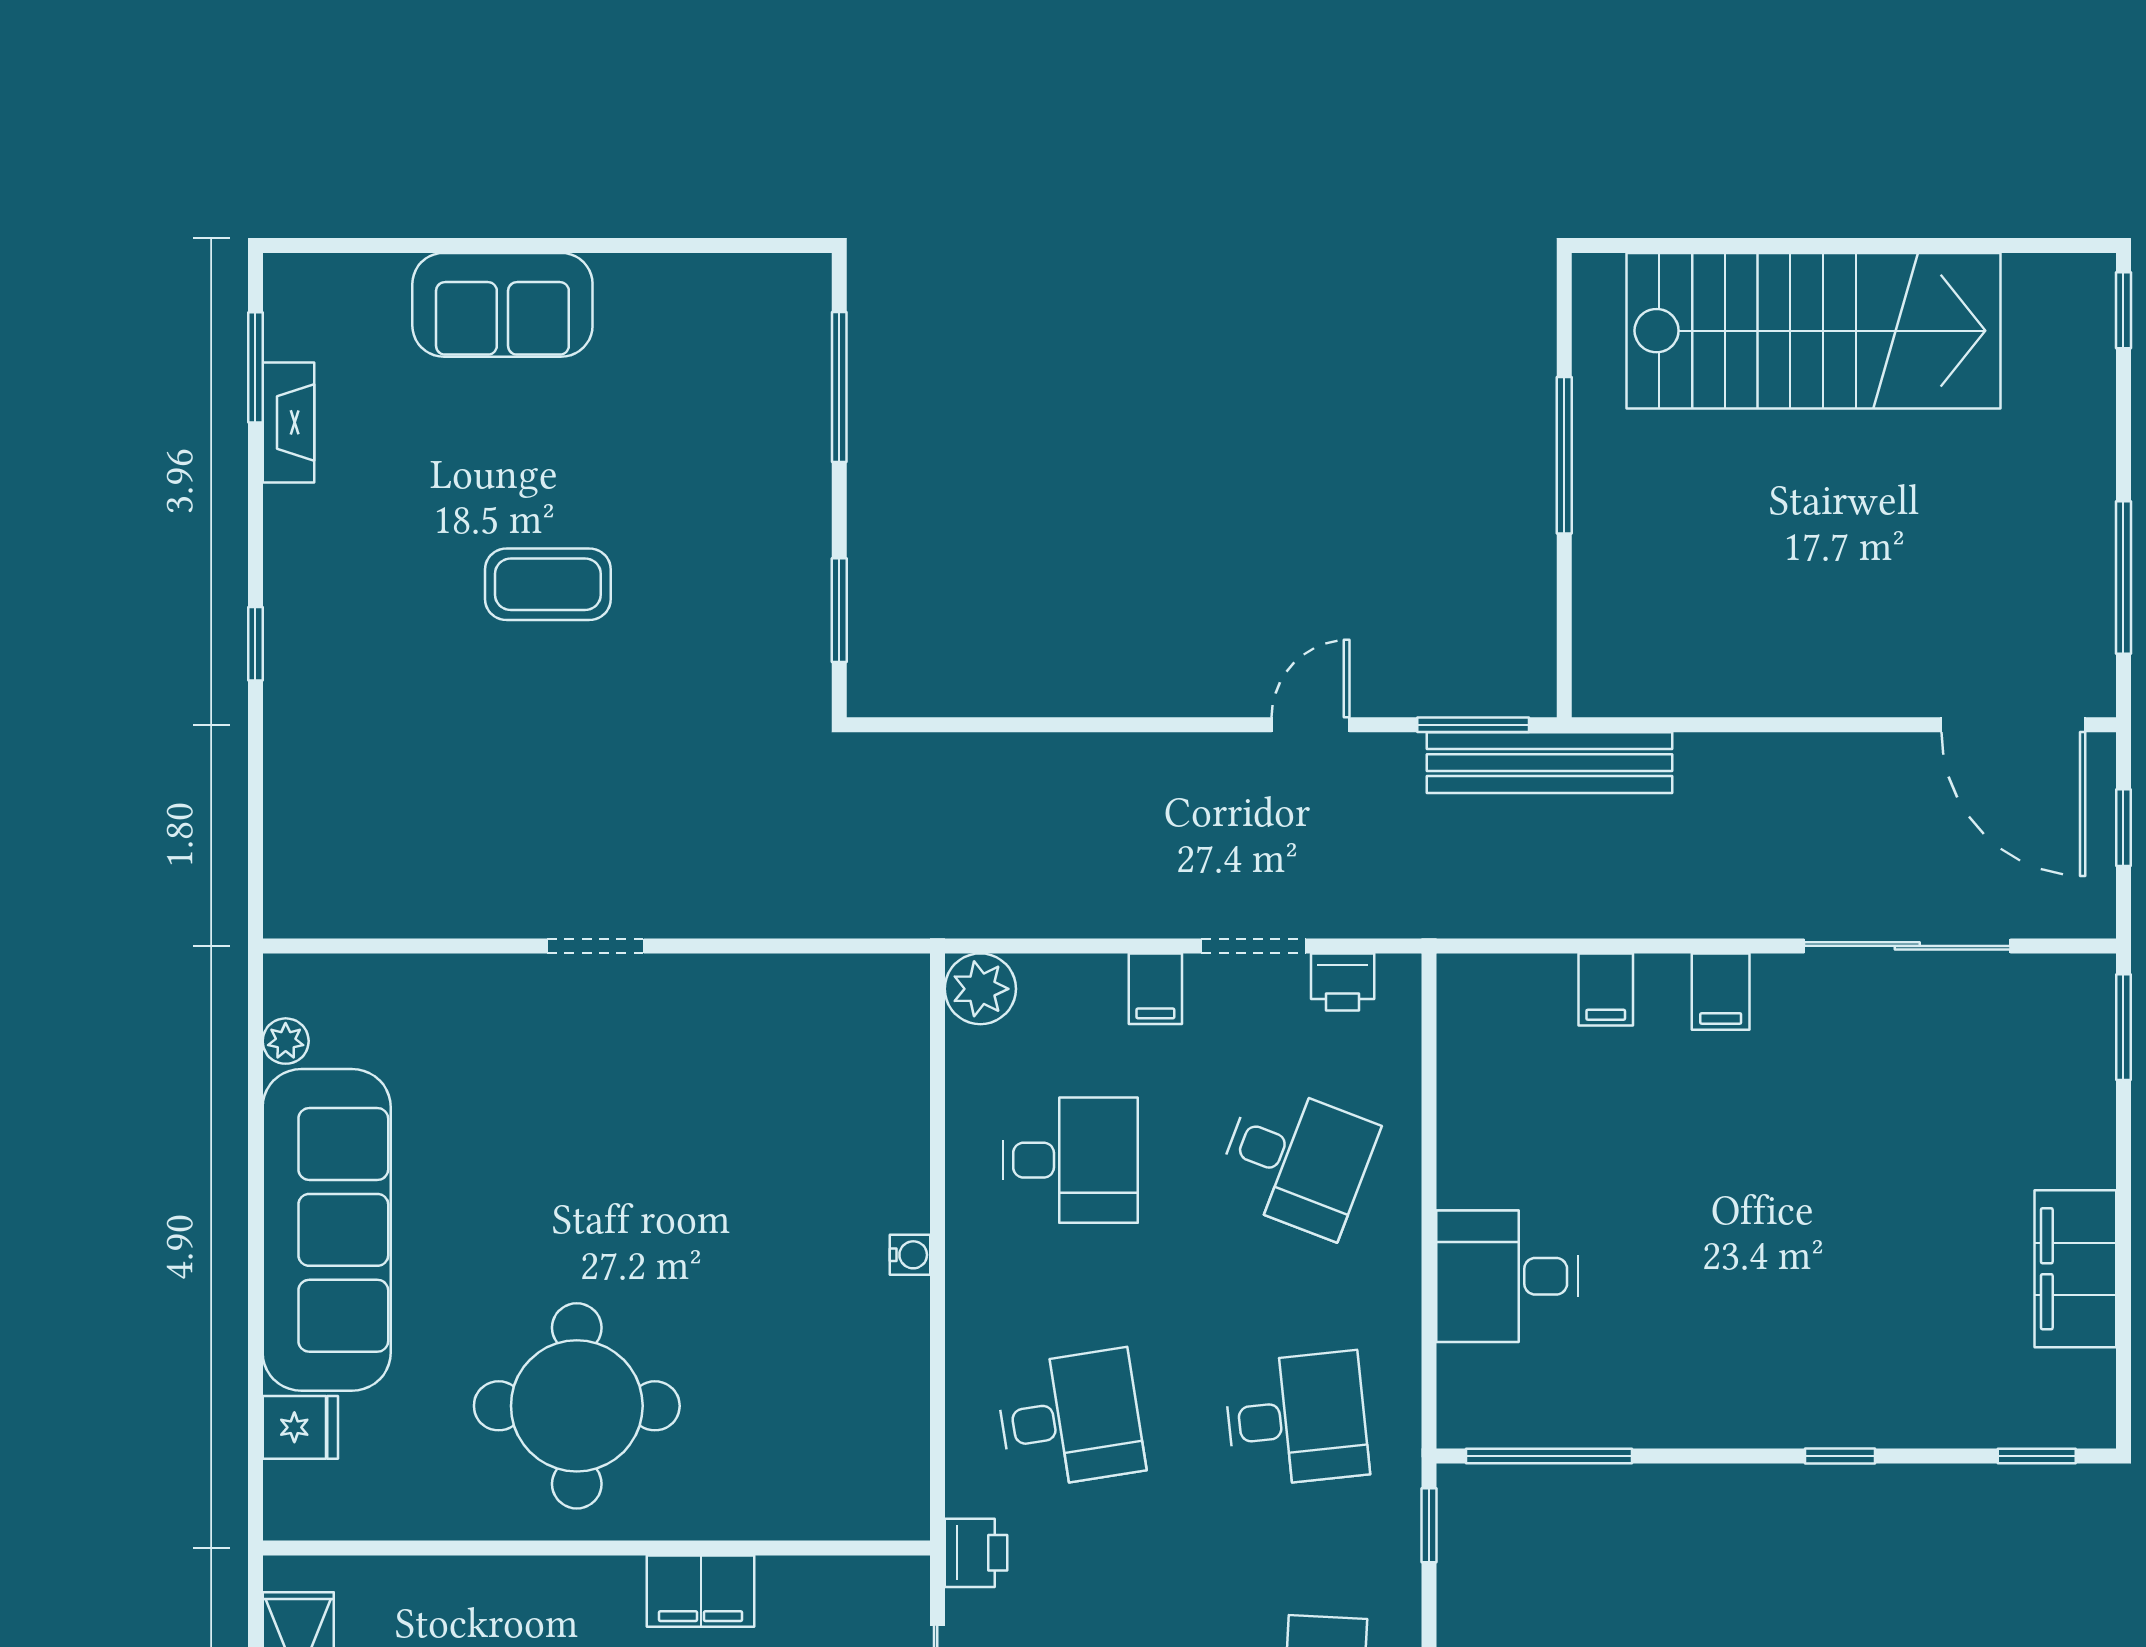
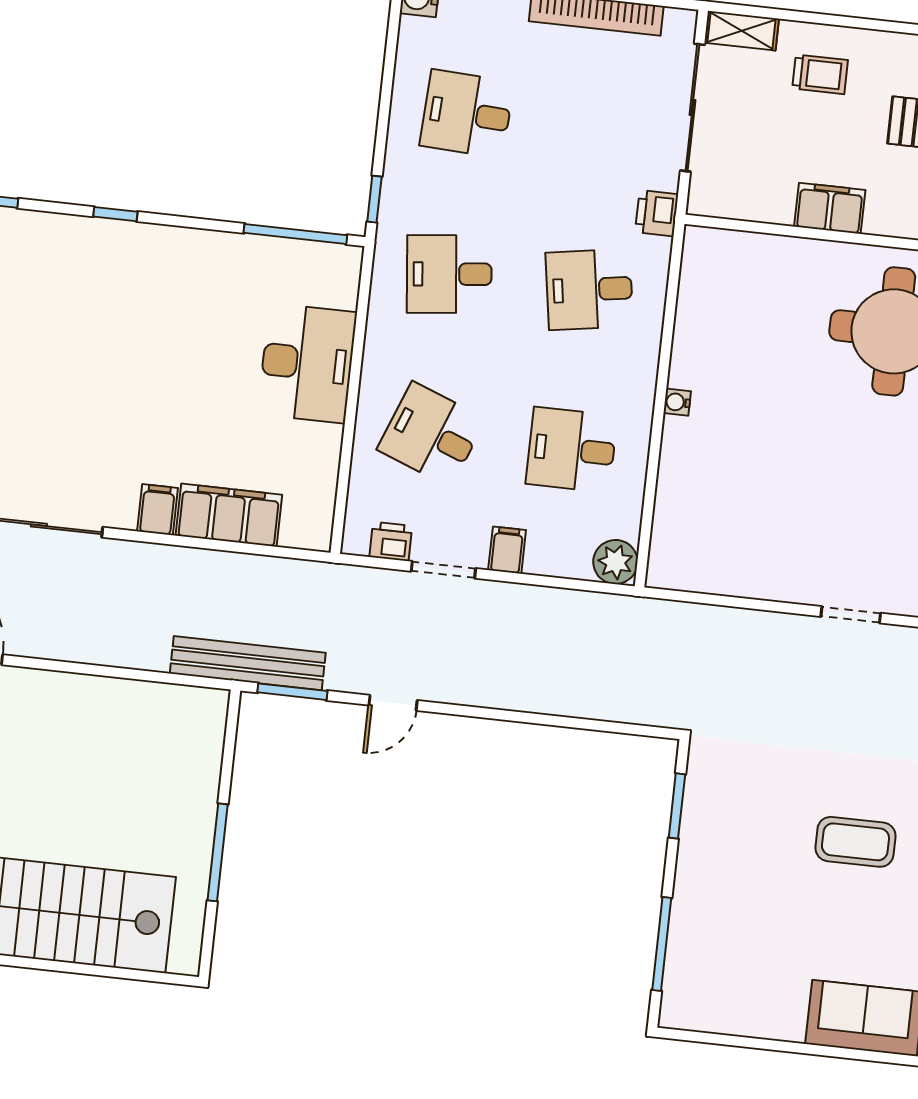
filing cabinet: (1606, 989) -> (229, 515), width x3.00, depth x1.17
desk: (1507, 1276) -> (307, 363), width x1.37

